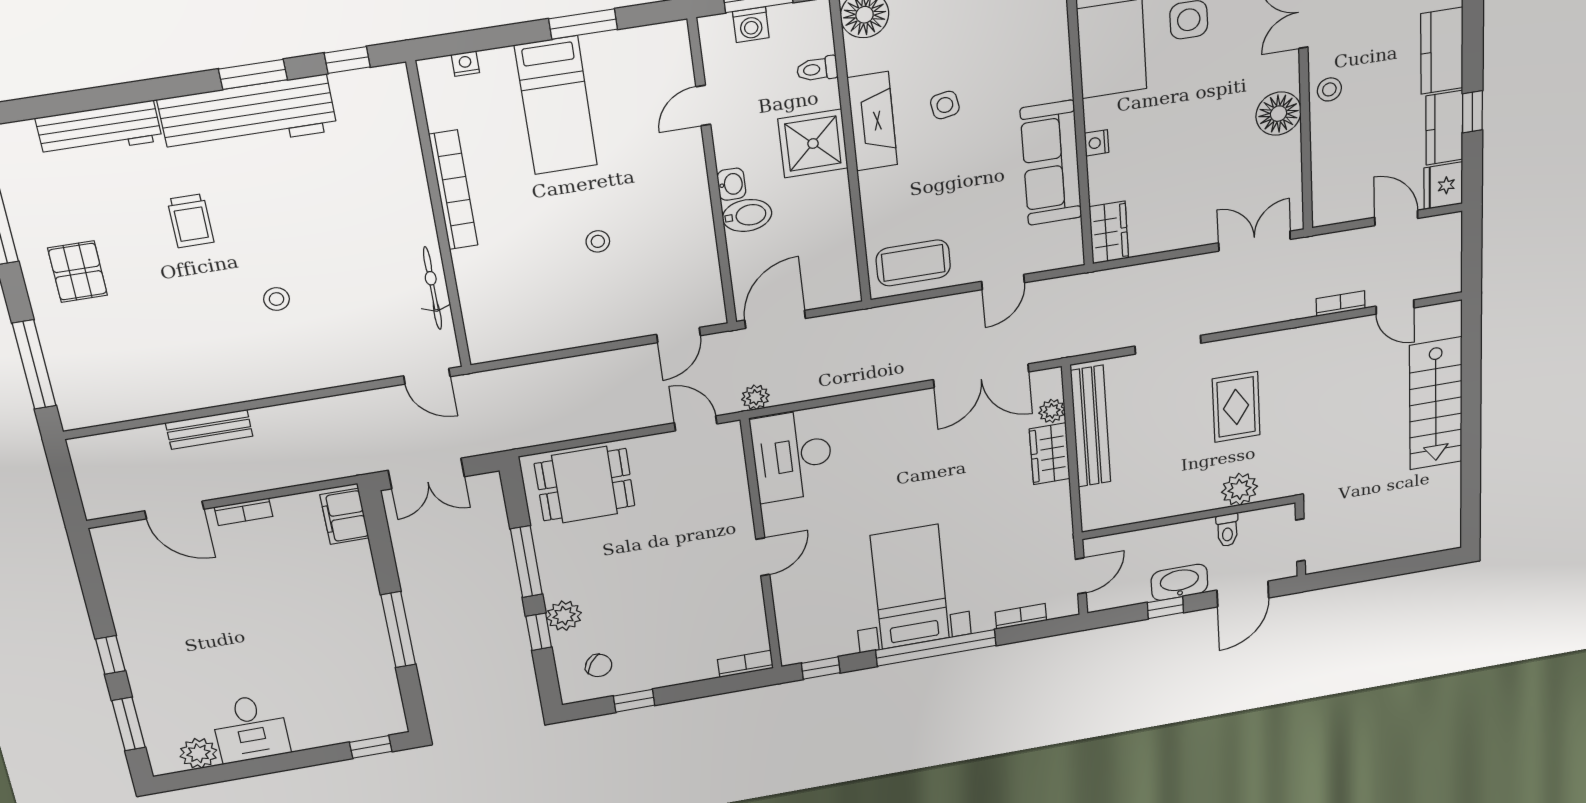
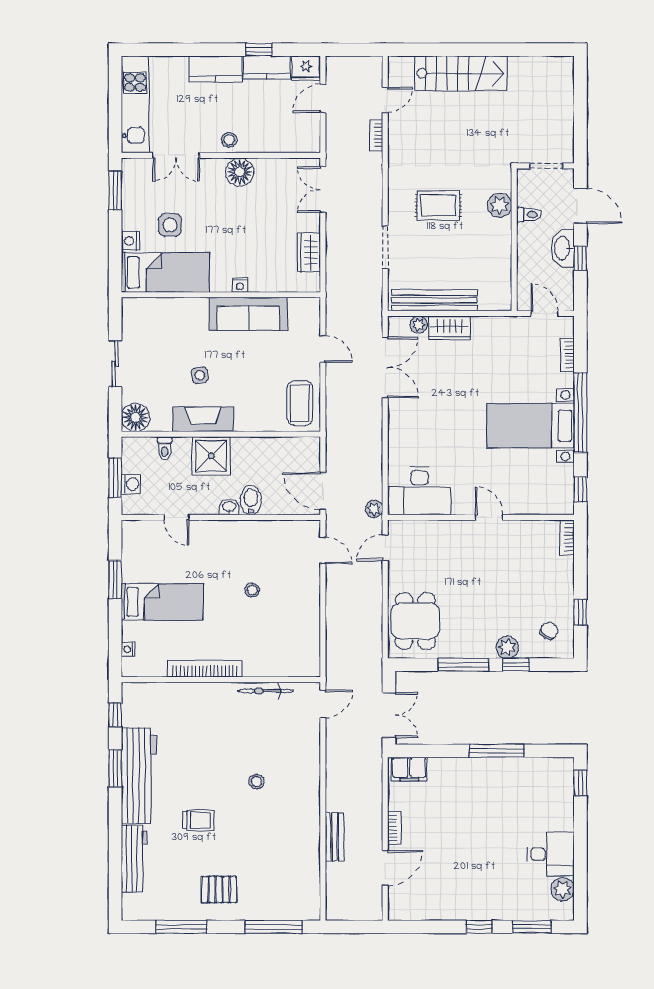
wardrobe: (1109, 232) -> (309, 253), moved, turned -90

